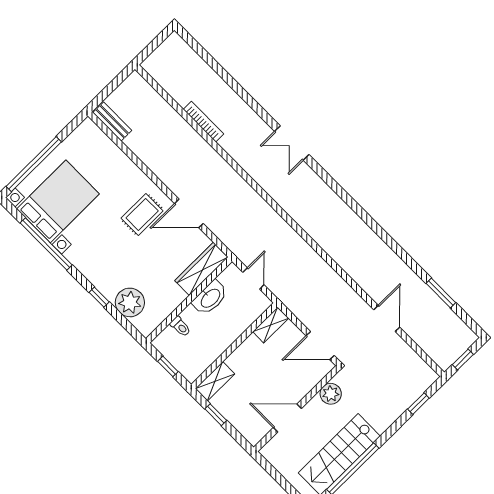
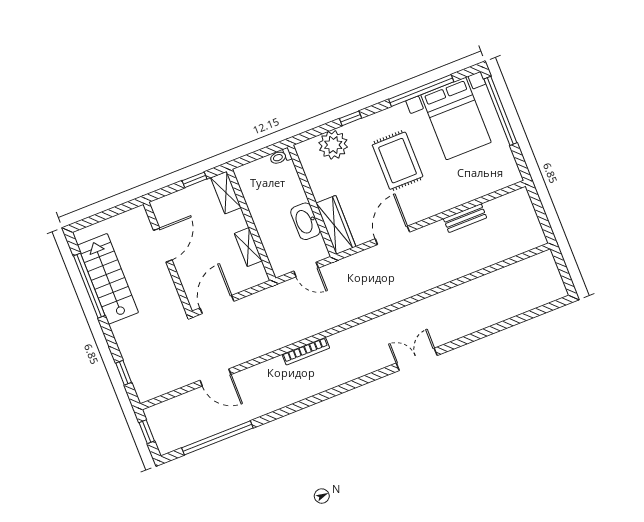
bench: (112, 122) -> (465, 218), moved
bookcase: (203, 122) -> (306, 351), moved
rug: (142, 214) -> (398, 161), moved, width x1.36, depth x1.43
window: (441, 293) -> (217, 438), width x2.11
shelving: (271, 325) -> (248, 247), moved
toilet: (180, 327) -> (281, 157), moved
window: (168, 366) -> (258, 155), removed
plant: (331, 394) -> (168, 295), removed

